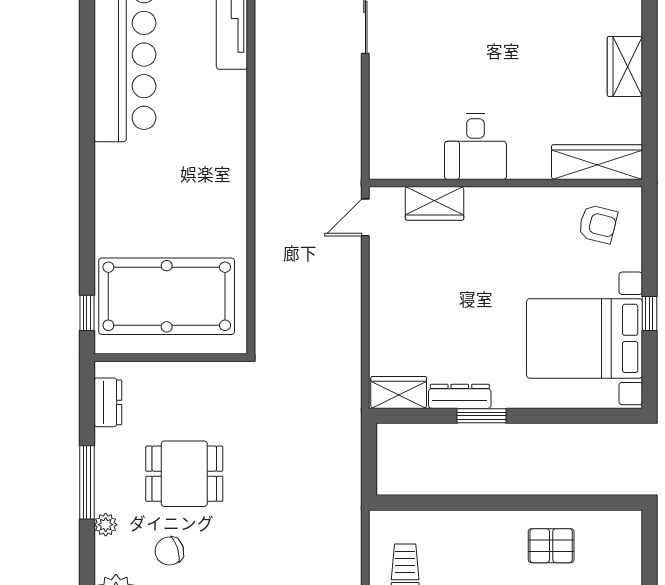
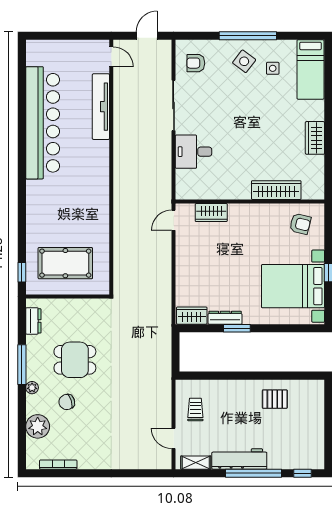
desk: (475, 146) -> (194, 152), moved, turned 90
wardrobe: (597, 162) -> (276, 190), moved
pool table: (167, 296) -> (65, 263), width x0.73, depth x0.76

